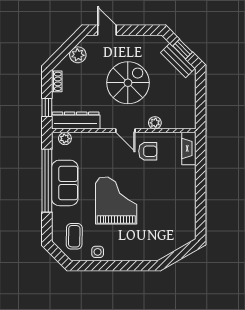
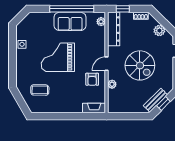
grand piano: (116, 200) -> (58, 57), turned 180
coffee table: (74, 236) -> (40, 90), moved

